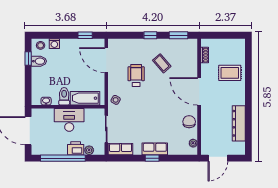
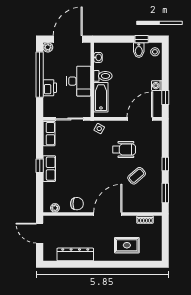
washing machine: (54, 44) -> (157, 86), moved
rug: (230, 73) -> (127, 245), turned 90
plant: (89, 150) -> (48, 47), moved

